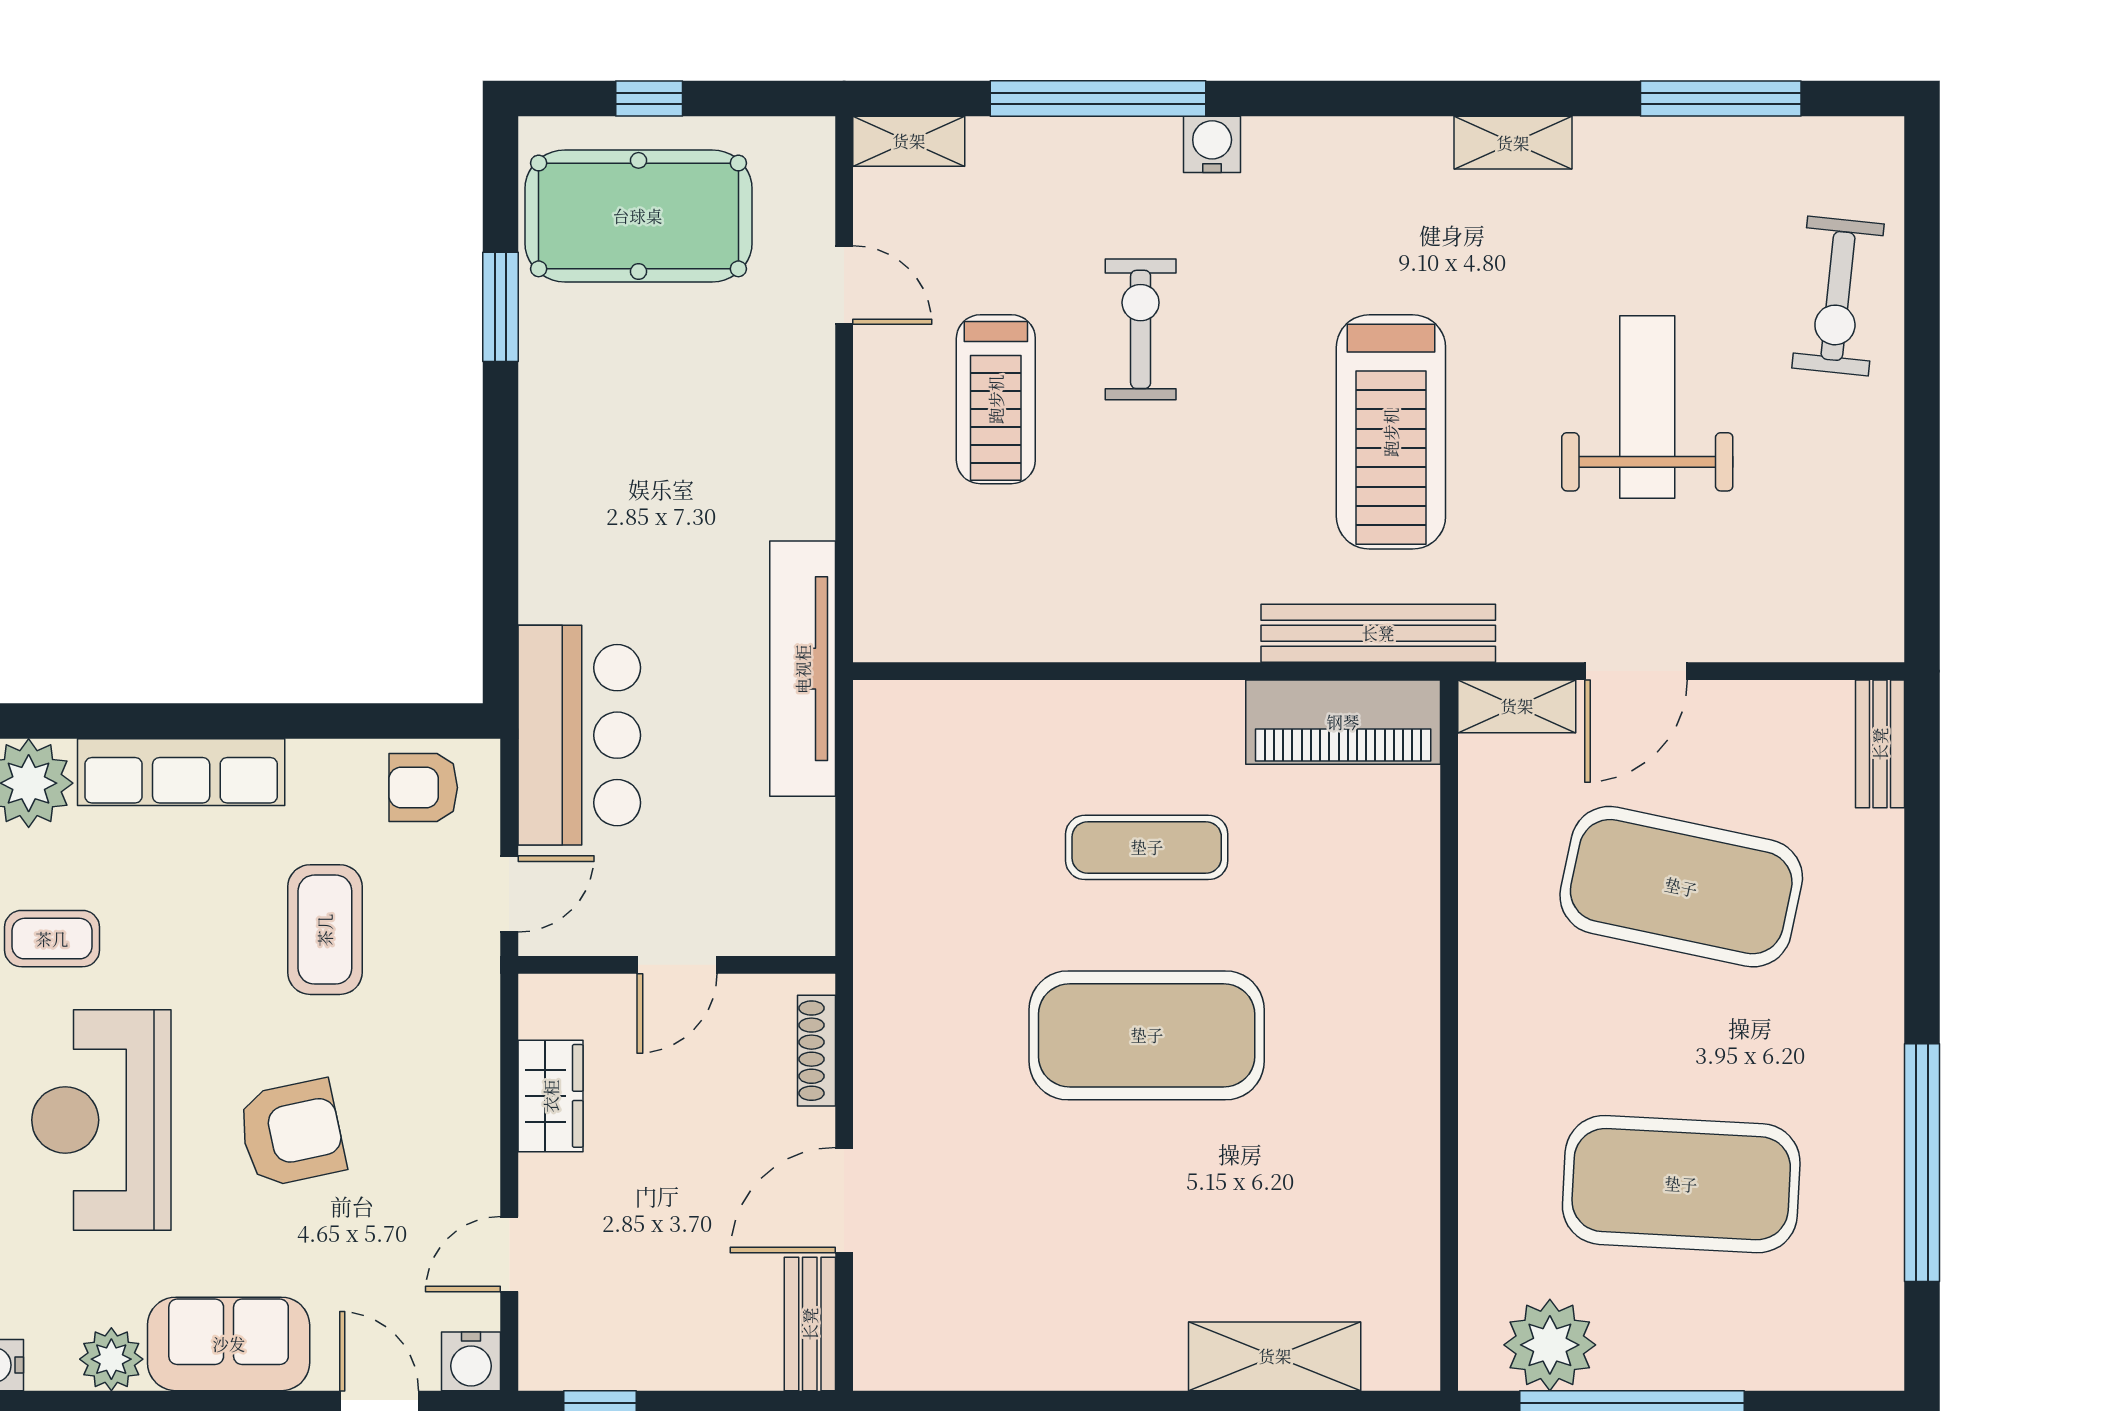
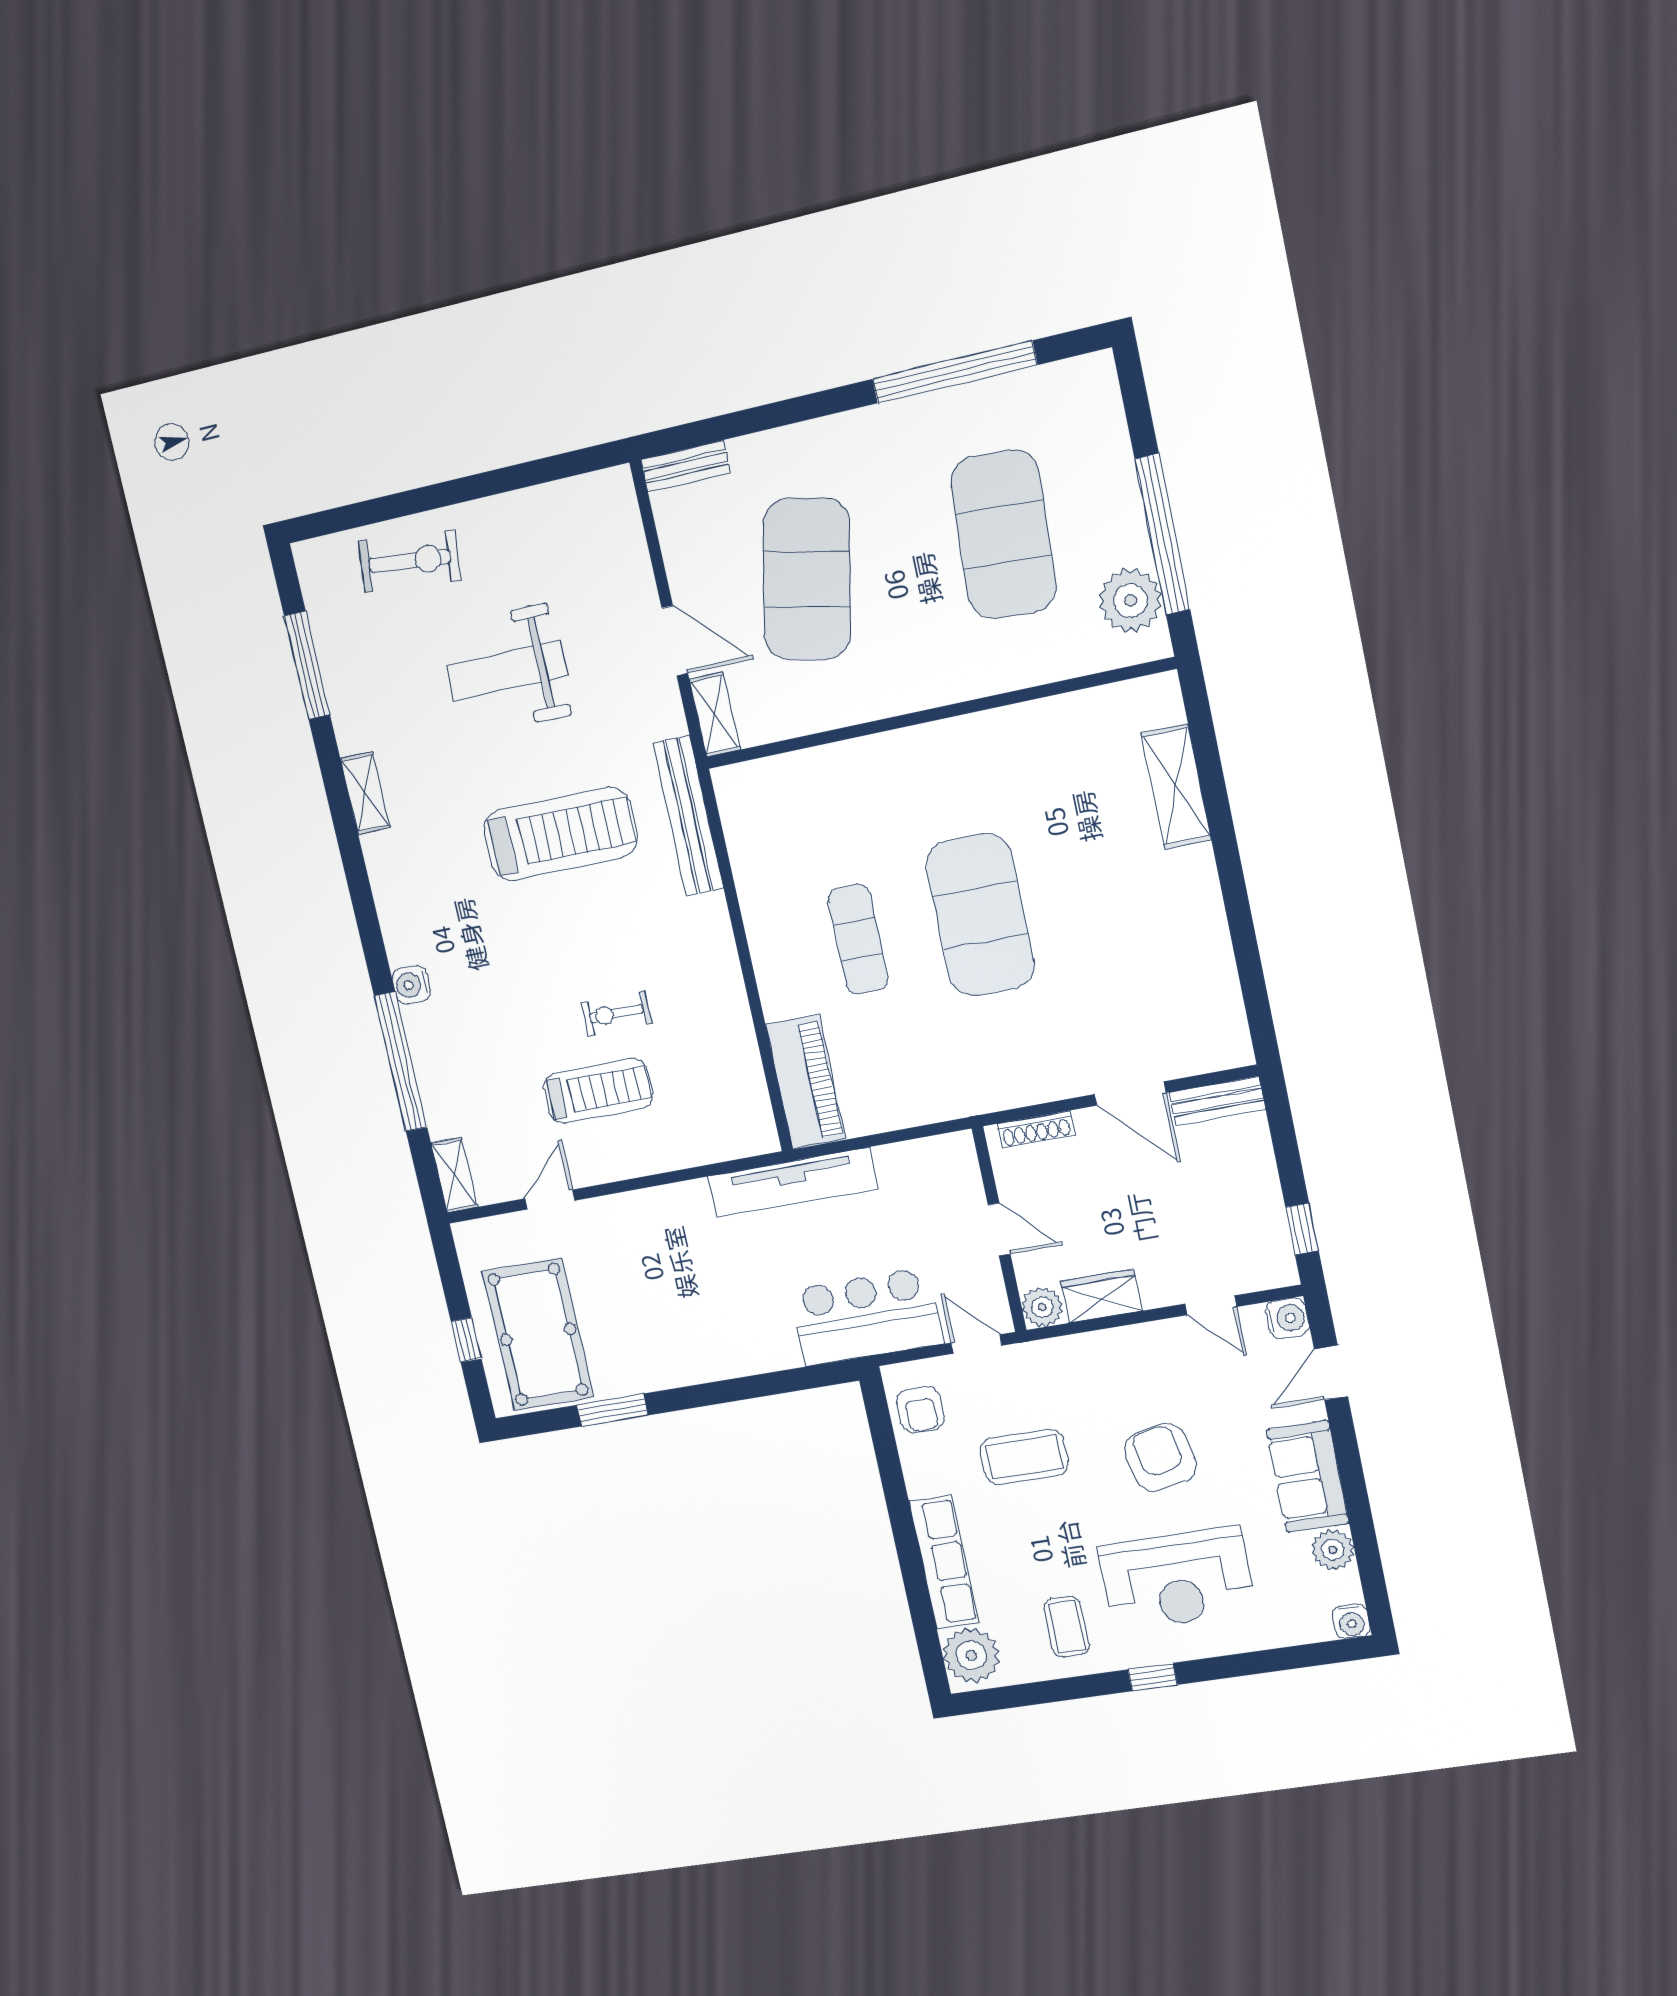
exercise bike: (1141, 329) -> (616, 1013), moved, width x0.73, depth x0.72
piano: (1343, 722) -> (806, 1082), moved
plant: (549, 1004) -> (1042, 1307), added

